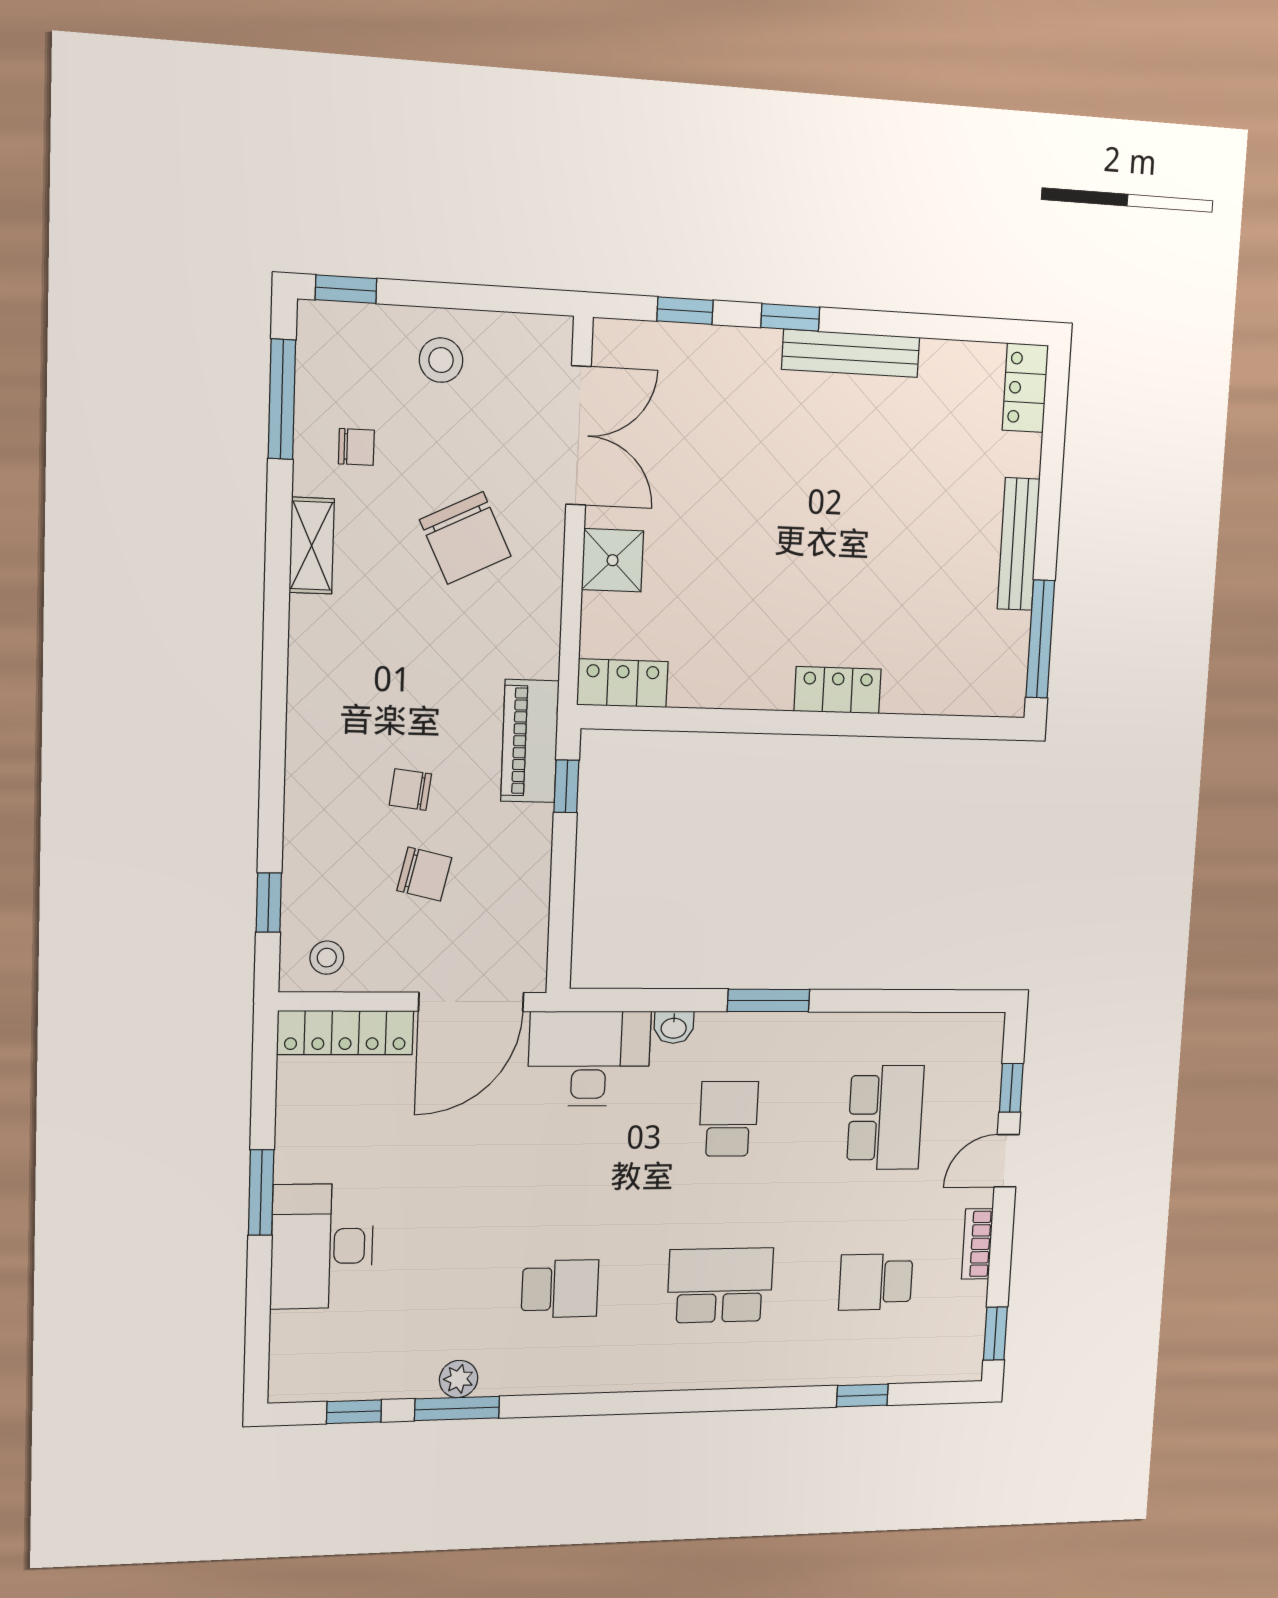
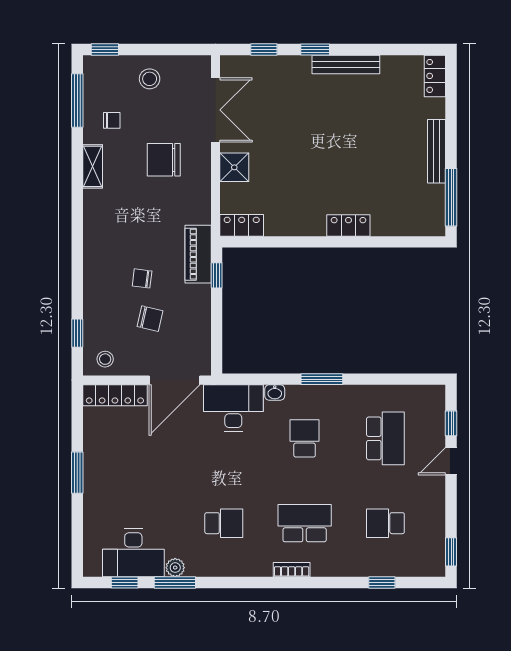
chair: (465, 538) -> (164, 160), turned 116
bookcase: (977, 1244) -> (292, 570), moved, turned 90
desk: (322, 1246) -> (133, 553), moved, turned -90

